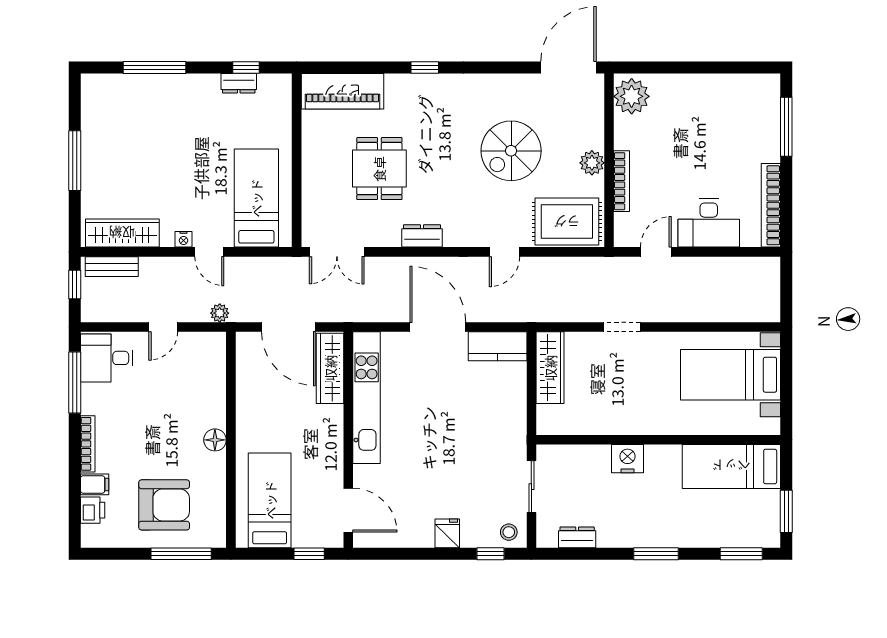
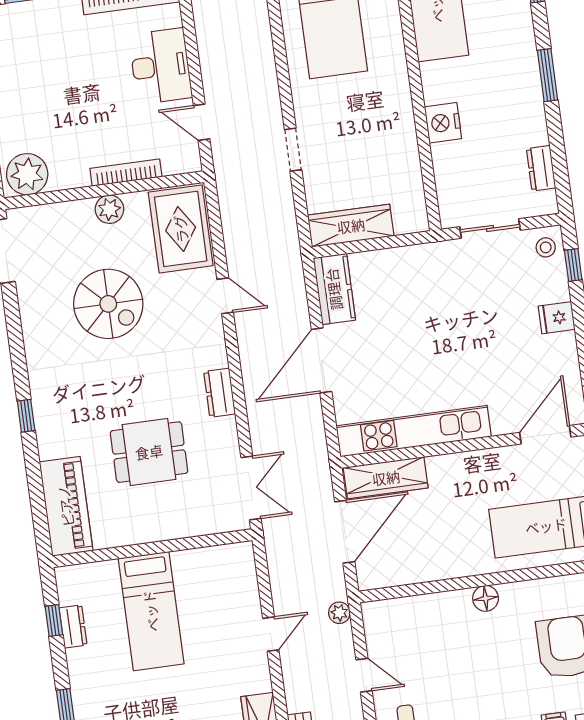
bed: (256, 198) -> (151, 611), moved, turned -90
nightstand: (183, 239) -> (260, 666), removed

